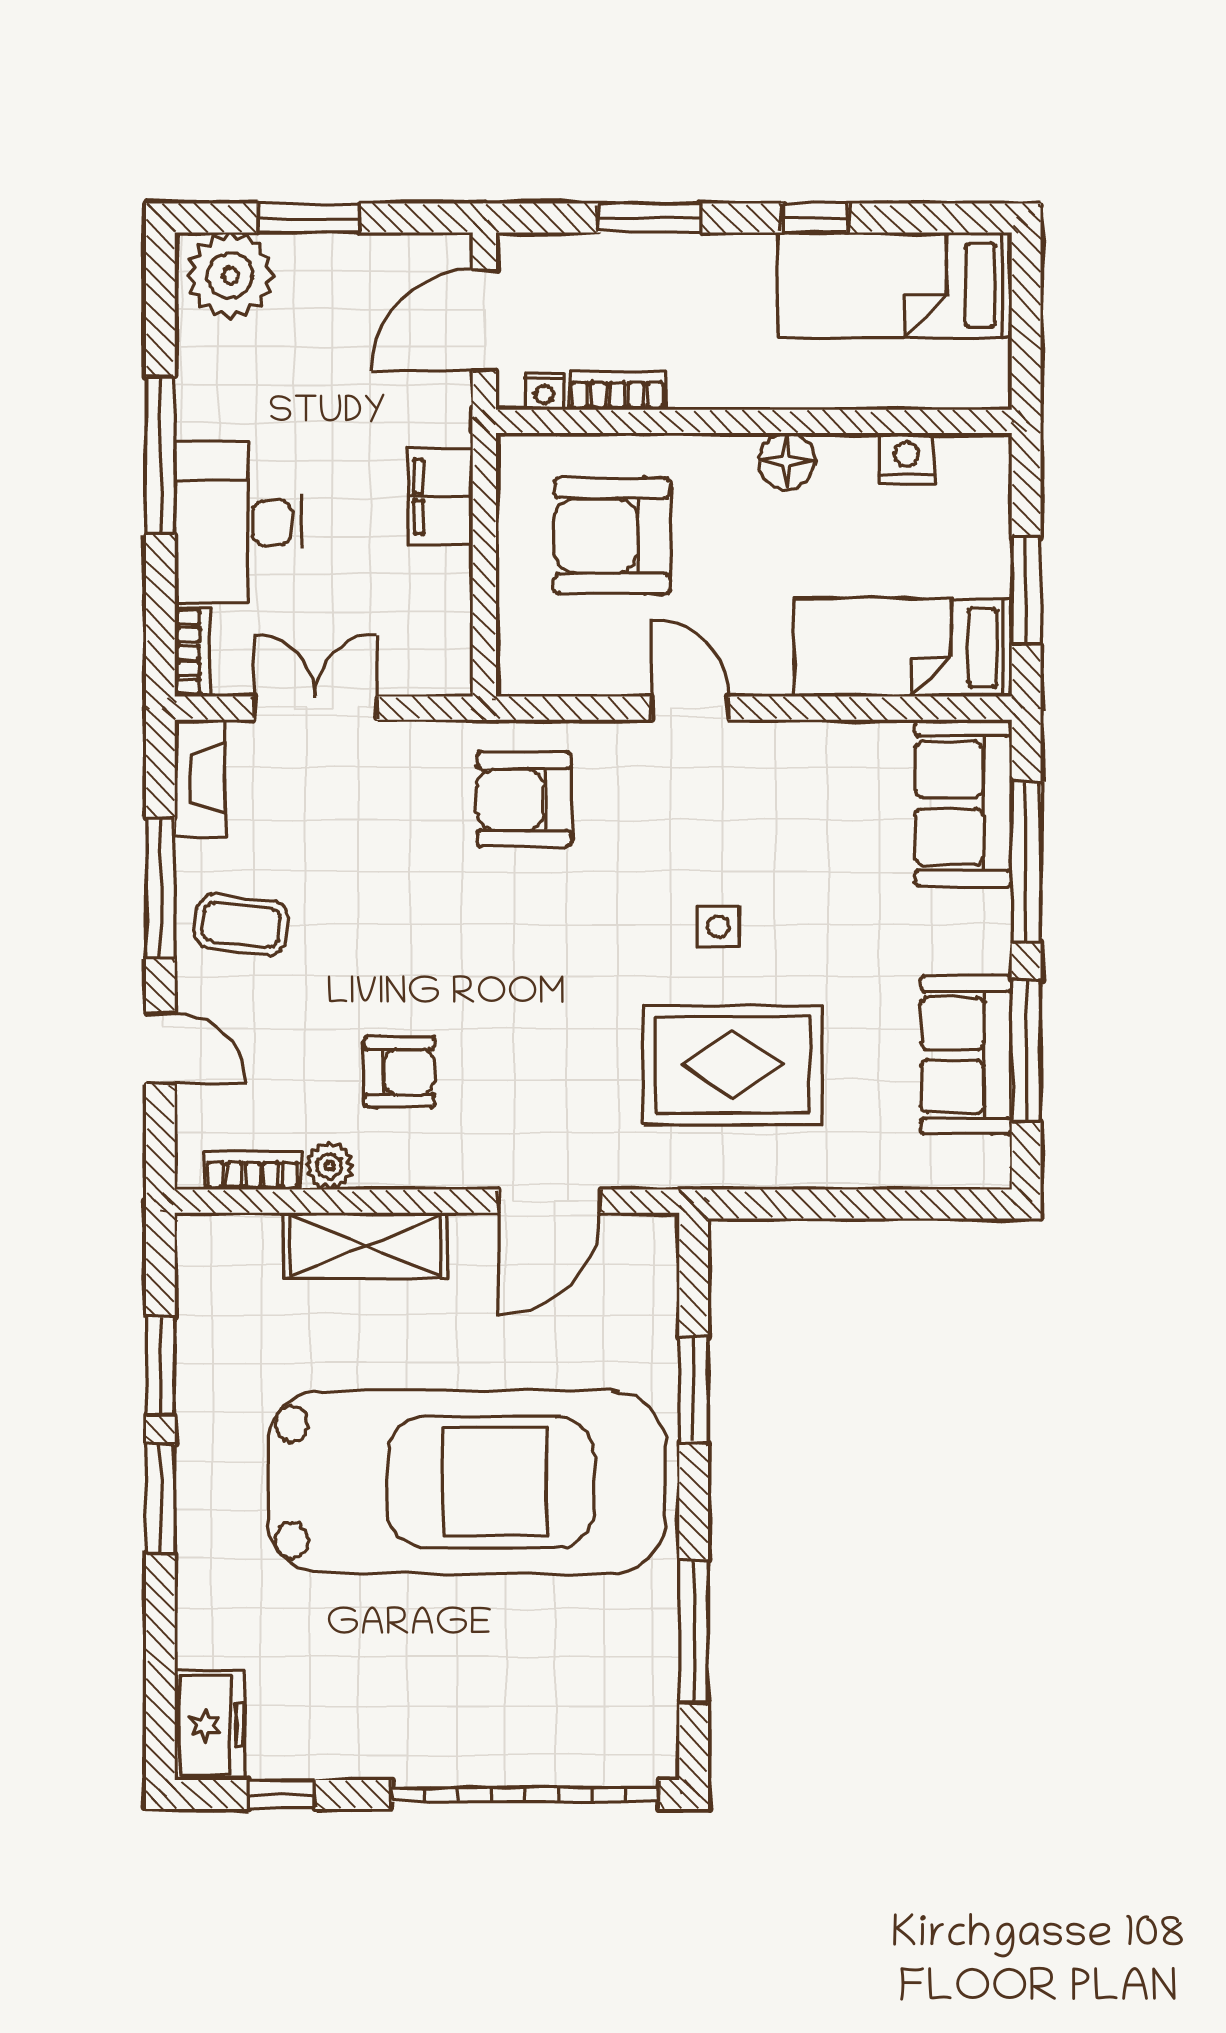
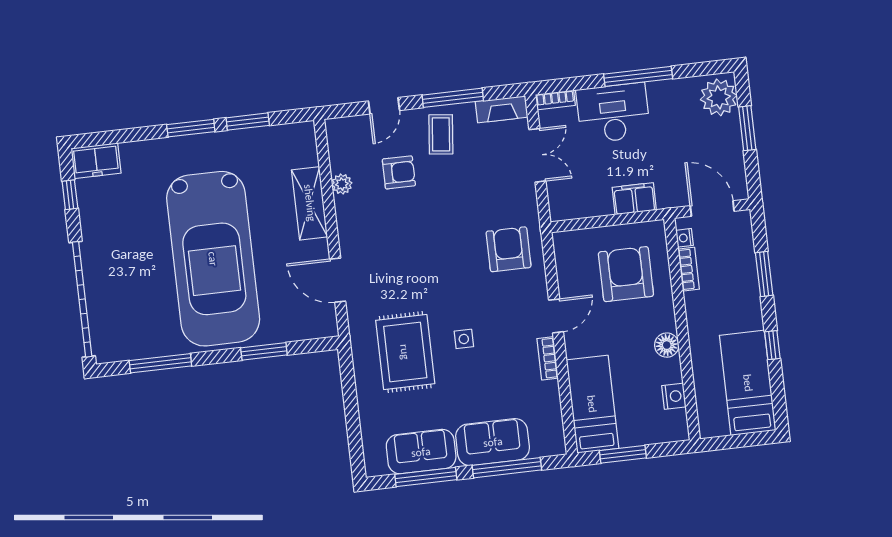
sofa: (963, 803) -> (493, 442), moved
armchair: (400, 1072) -> (399, 172), moved, turned -90
bookcase: (253, 1170) -> (548, 358), moved, turned 180

